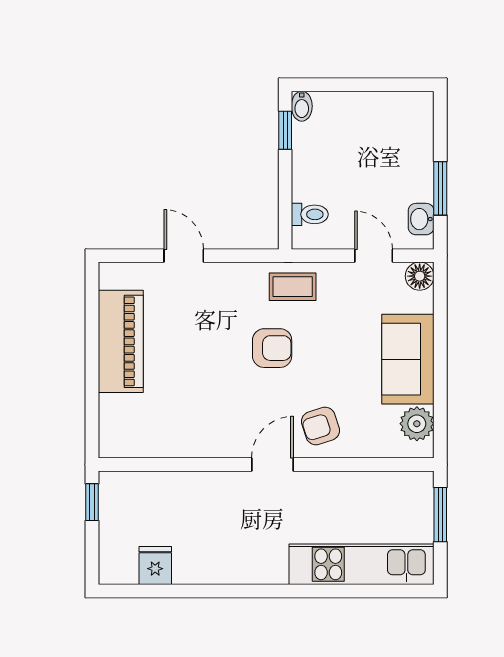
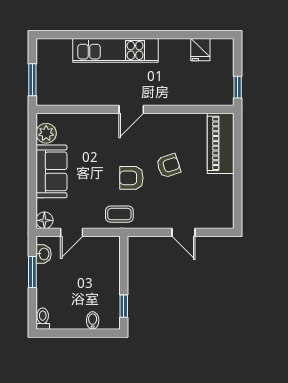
bidet: (302, 106) -> (93, 320), moved
toilet: (310, 214) -> (43, 319), moved, turned 90
door: (374, 256) -> (72, 232), hinge flipped
piano: (121, 341) -> (221, 143), moved
armchair: (320, 426) -> (168, 166), moved
kitchen unit: (362, 564) -> (115, 50), moved

